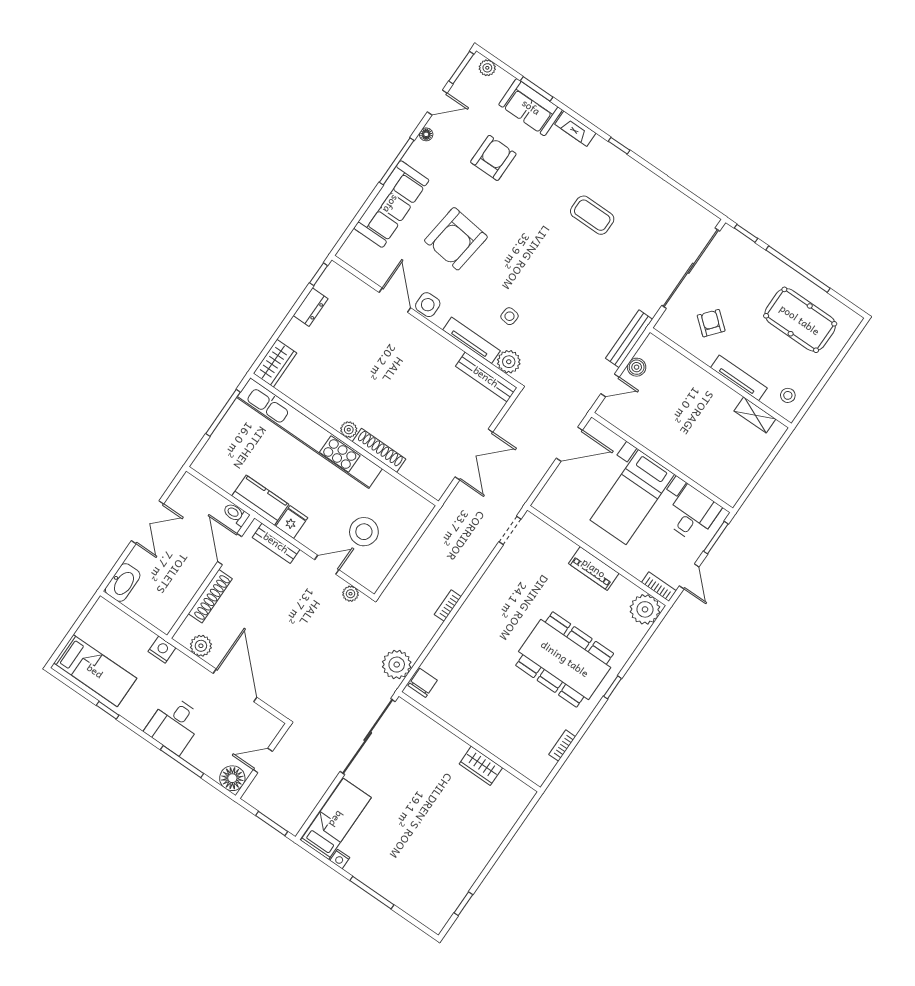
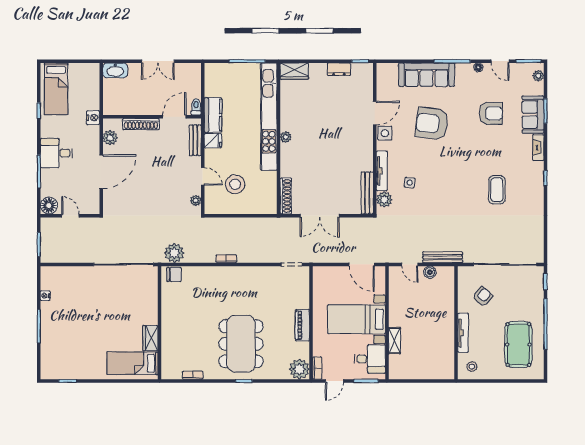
shelving: (755, 415) -> (394, 341), moved
shoe rack: (379, 450) -> (286, 196), moved
bed: (336, 819) -> (132, 363), moved, turned 180

